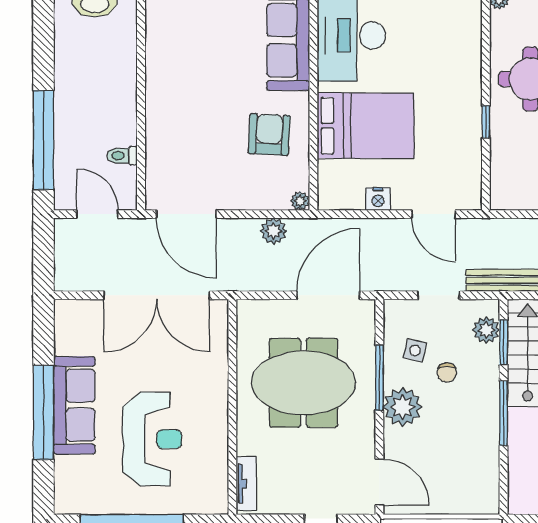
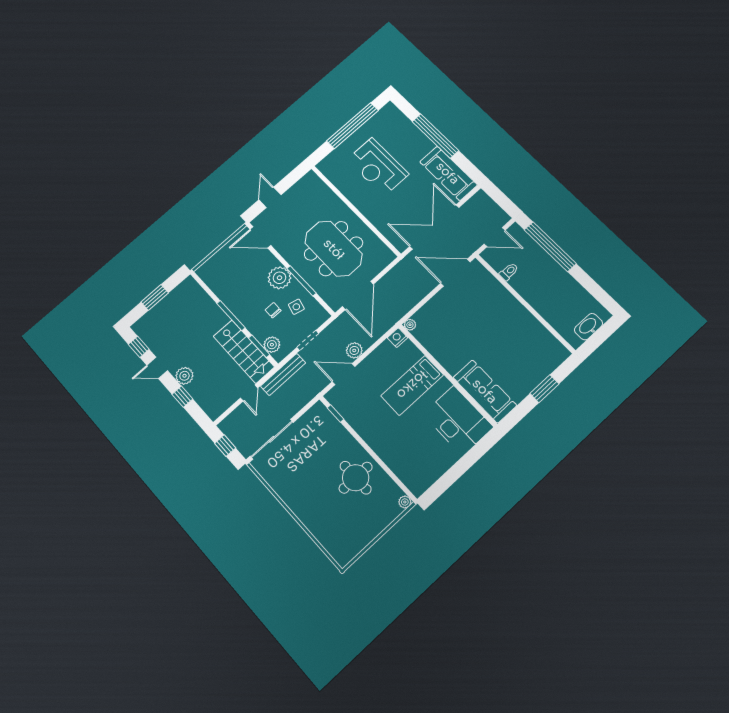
window: (486, 122) -> (335, 413), moved
bed: (366, 126) -> (412, 385), width x0.67
armchair: (269, 134) -> (452, 341), removed
nightstand: (378, 199) -> (397, 338), moved
plant: (273, 231) -> (354, 350), moved
meeting table: (304, 383) -> (334, 249), turned 90
sofa: (74, 405) -> (448, 173), moved
tv unit: (246, 484) -> (319, 185), removed

